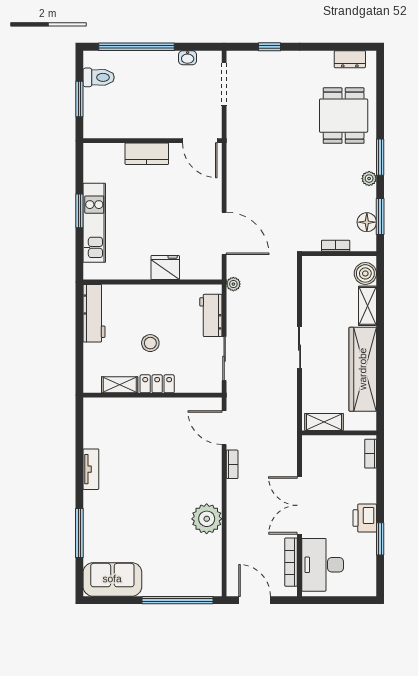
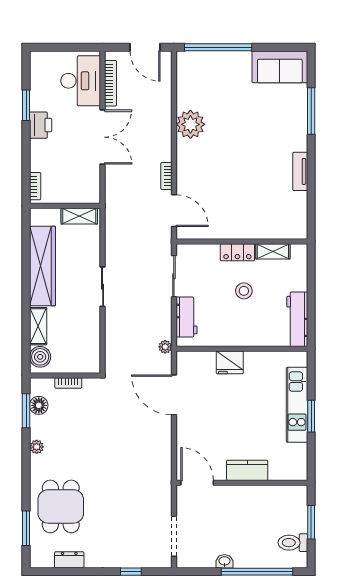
washbasin: (188, 58) -> (224, 561), moved
dresser: (350, 59) -> (69, 560), moved
window: (380, 157) -> (26, 528), moved

